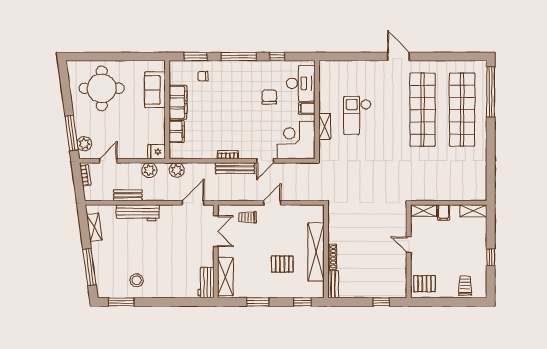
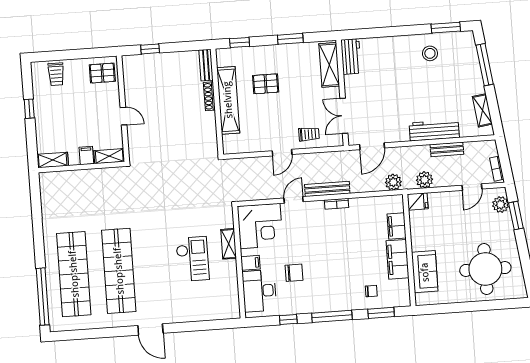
chair: (269, 97) -> (294, 273), turned -90
window: (72, 133) -> (516, 215), width x0.69

